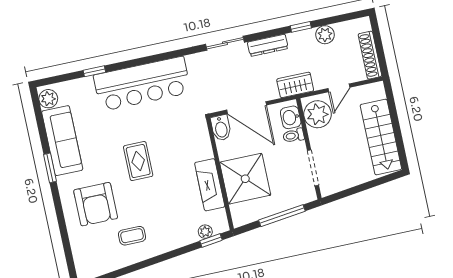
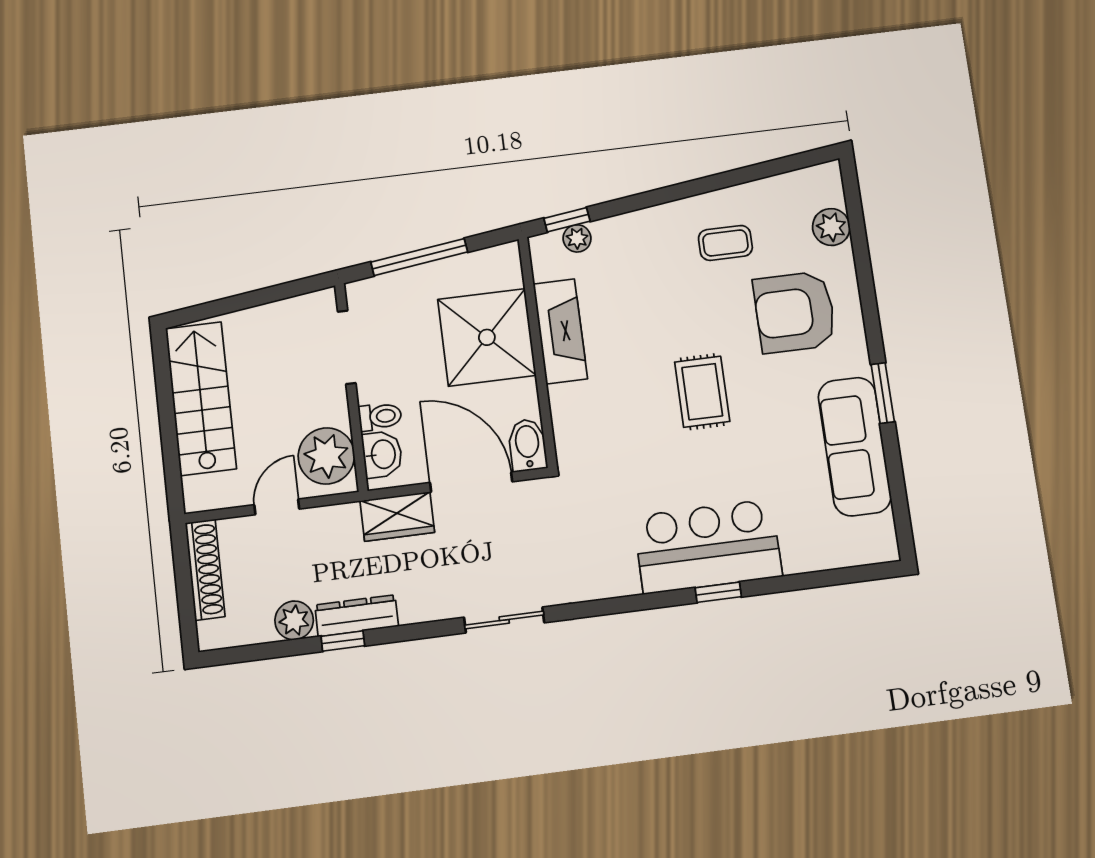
dresser: (268, 45) -> (357, 616), moved
window: (94, 71) -> (718, 592), moved
bar counter: (142, 84) -> (708, 546), width x0.73
wardrobe: (295, 85) -> (397, 516), moved
plant: (48, 99) -> (831, 227), moved
armchair: (96, 204) -> (795, 312), turned -90

